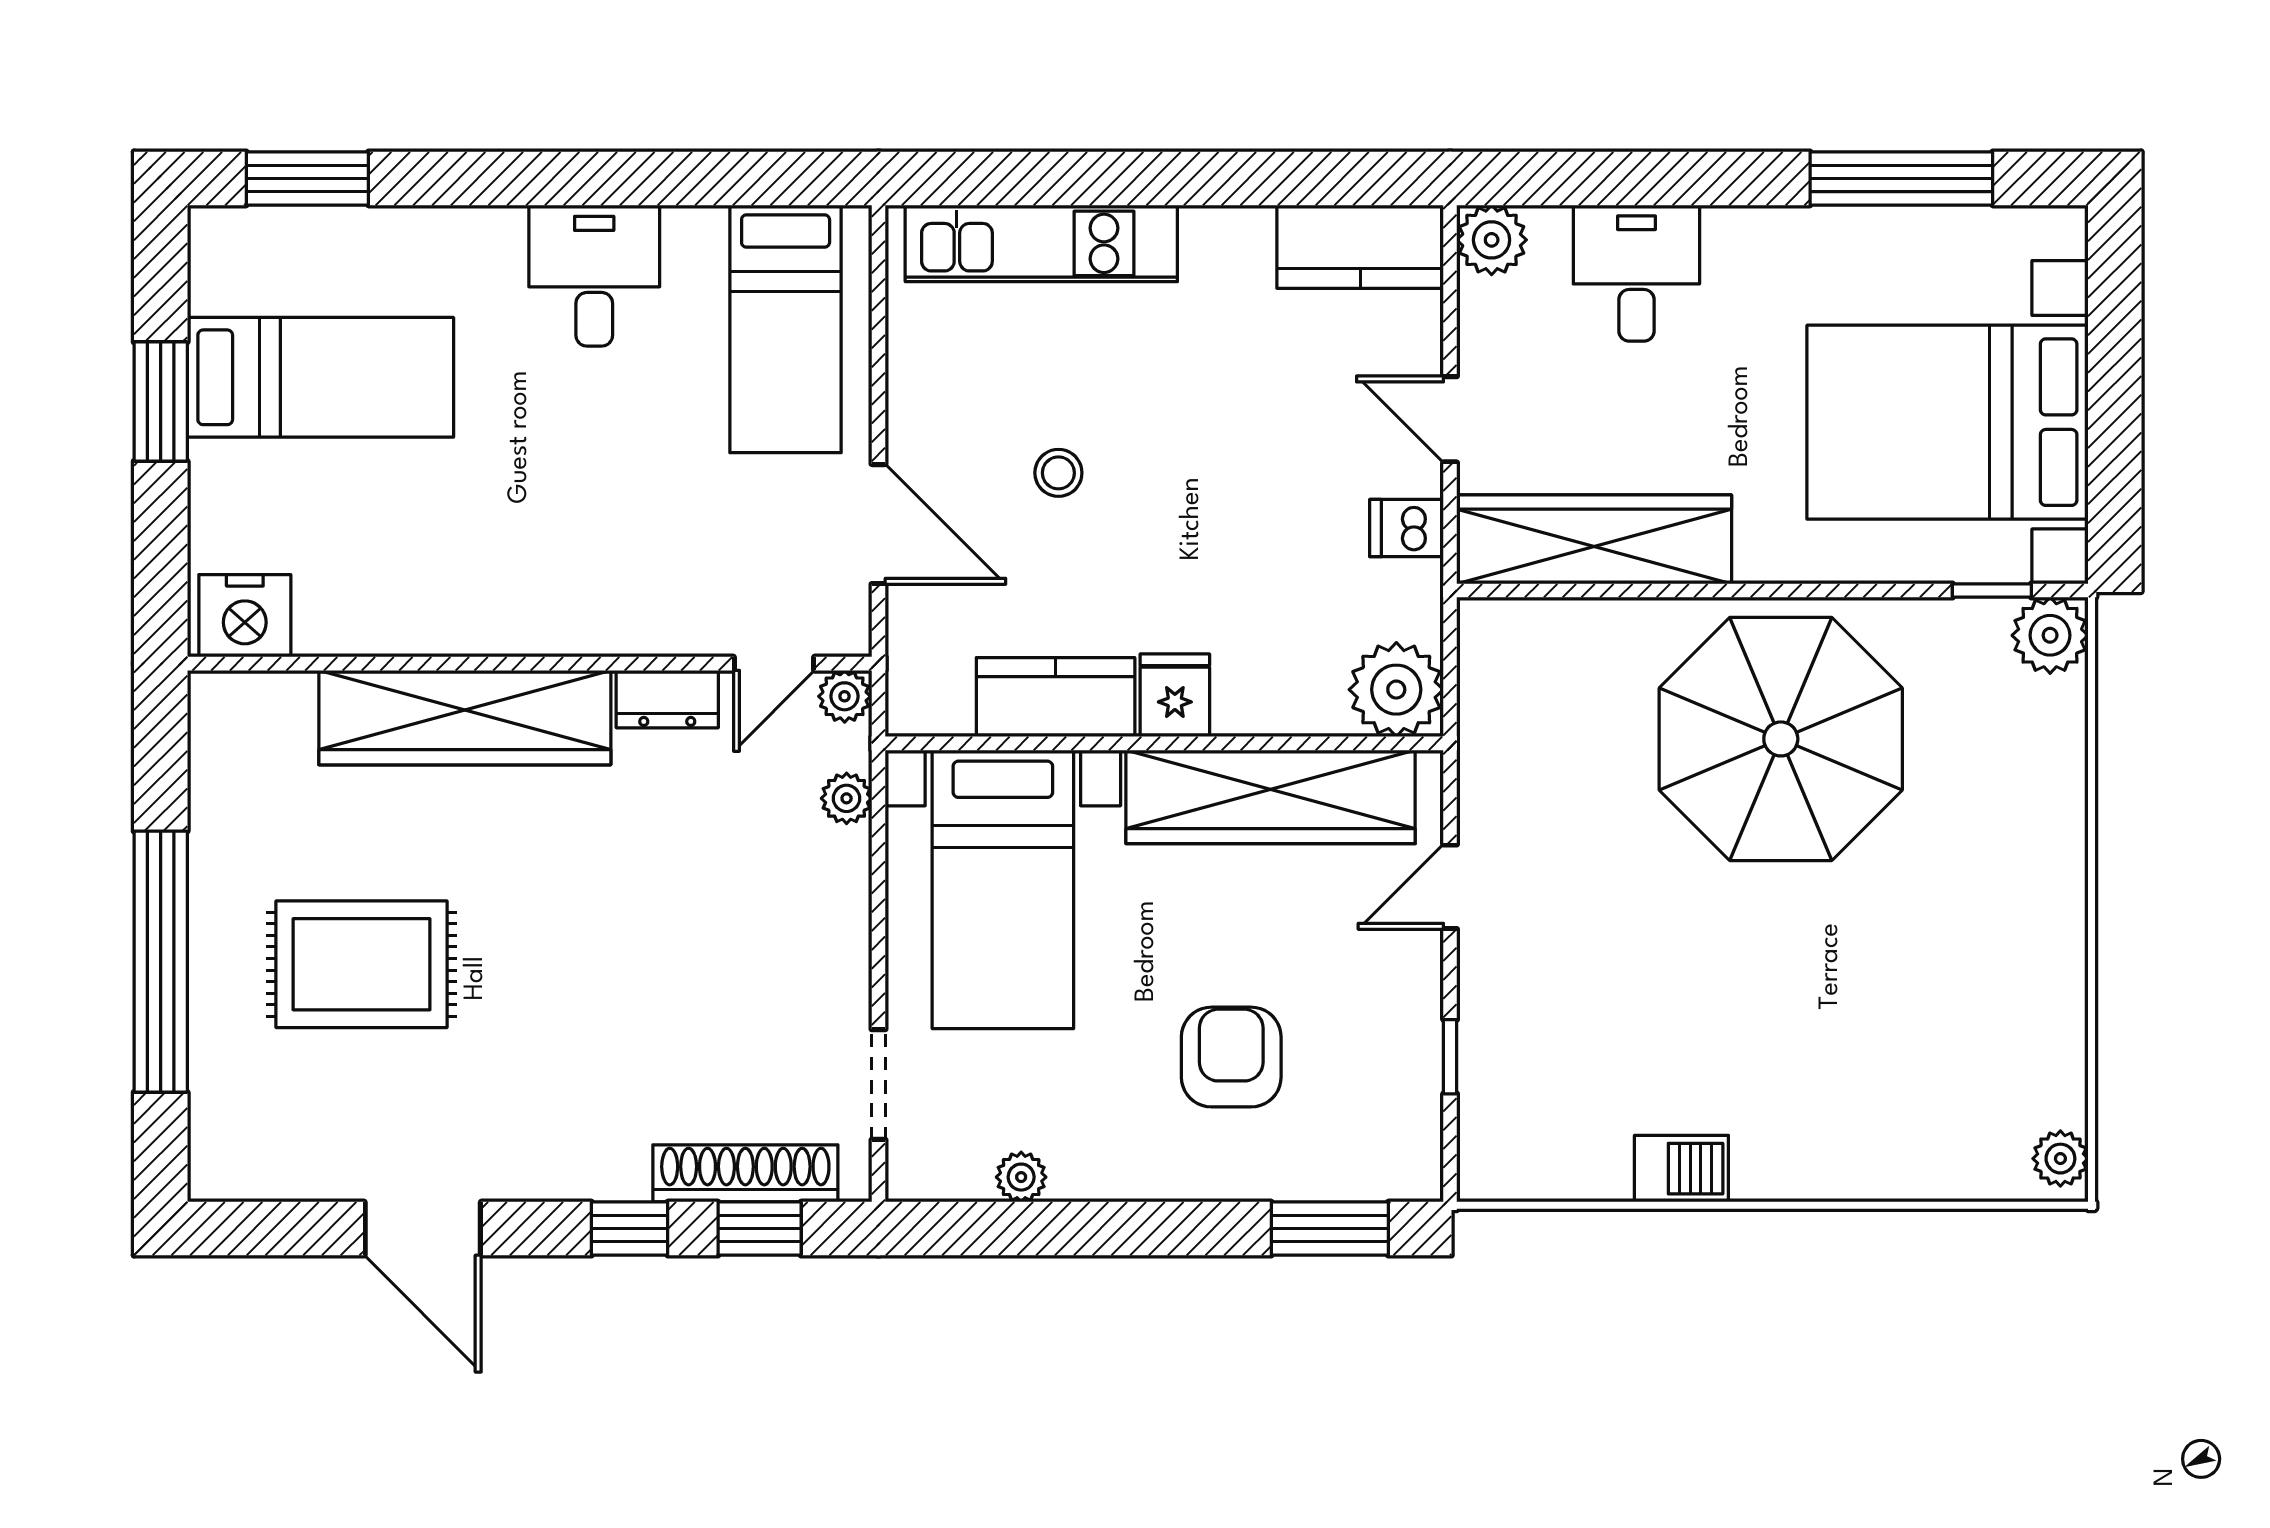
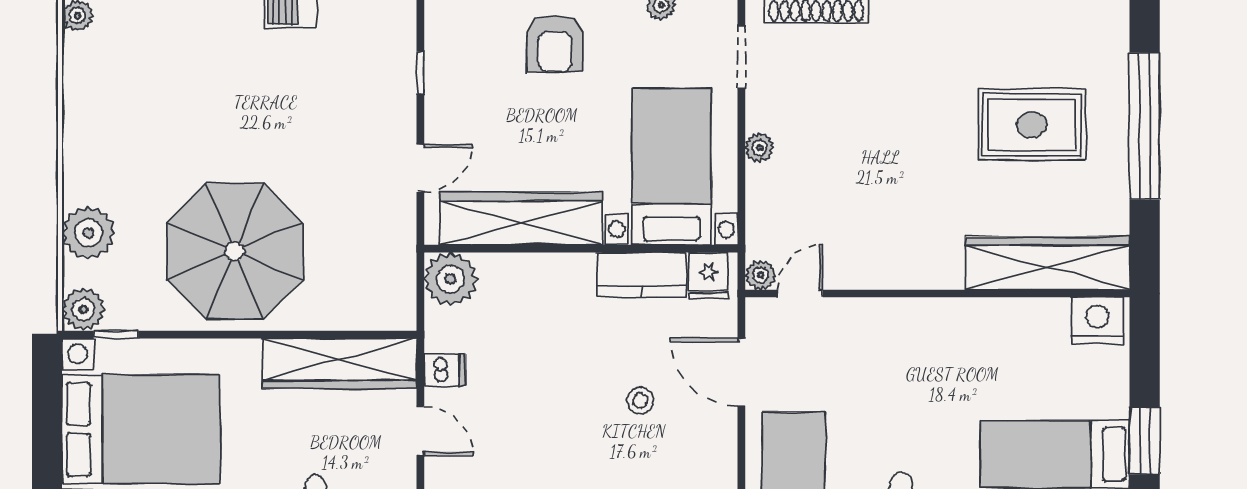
fridge: (1175, 695) -> (709, 276), moved
dresser: (667, 699) -> (860, 274), removed
wardrobe: (465, 718) -> (1048, 263), moved
plant: (2041, 772) -> (88, 233), added
plant: (847, 798) -> (759, 148), moved
armchair: (1231, 1057) -> (555, 44), moved

